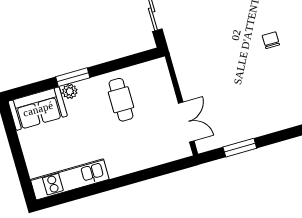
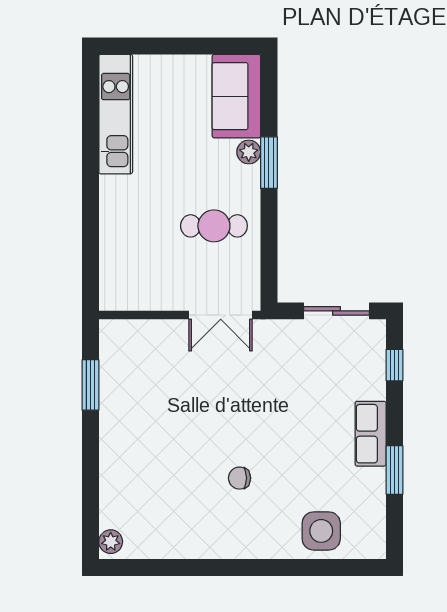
chair: (271, 40) -> (240, 478), turned 180
double door: (186, 122) -> (221, 315), moved

